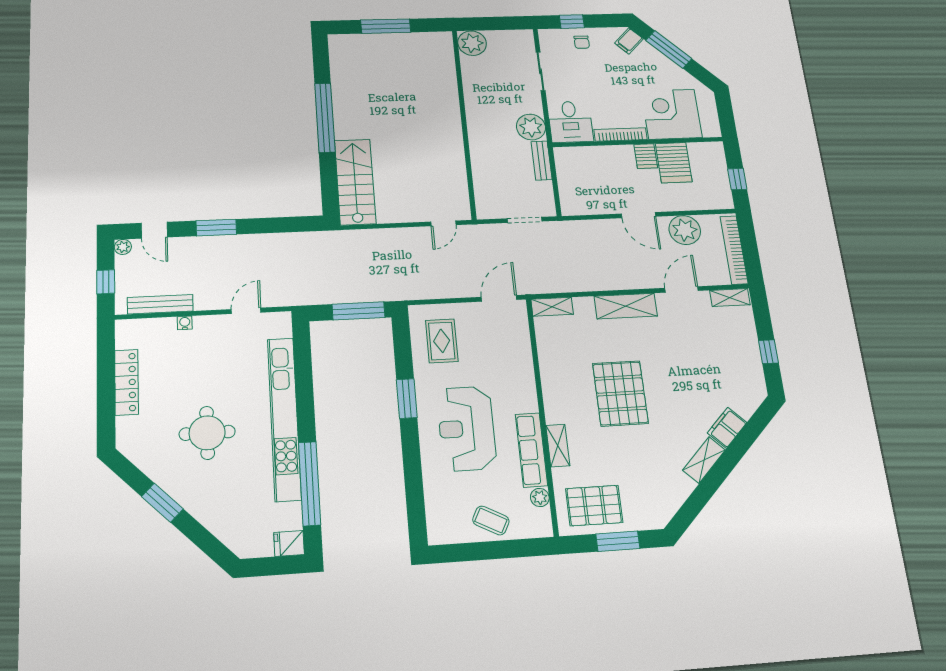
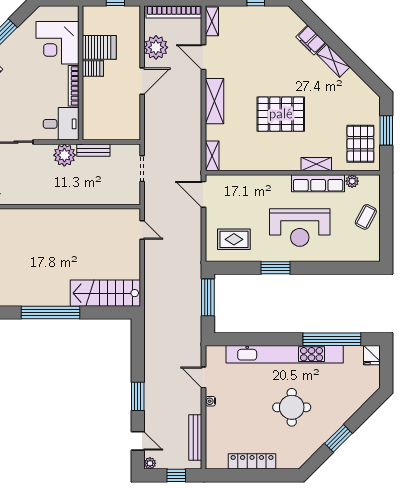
door: (154, 230) -> (138, 441), hinge flipped
water cooler: (185, 323) -> (210, 401), moved

